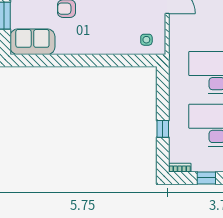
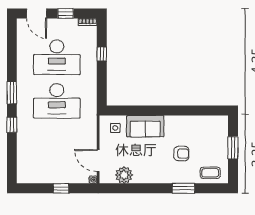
sofa: (32, 42) -> (145, 126), moved

